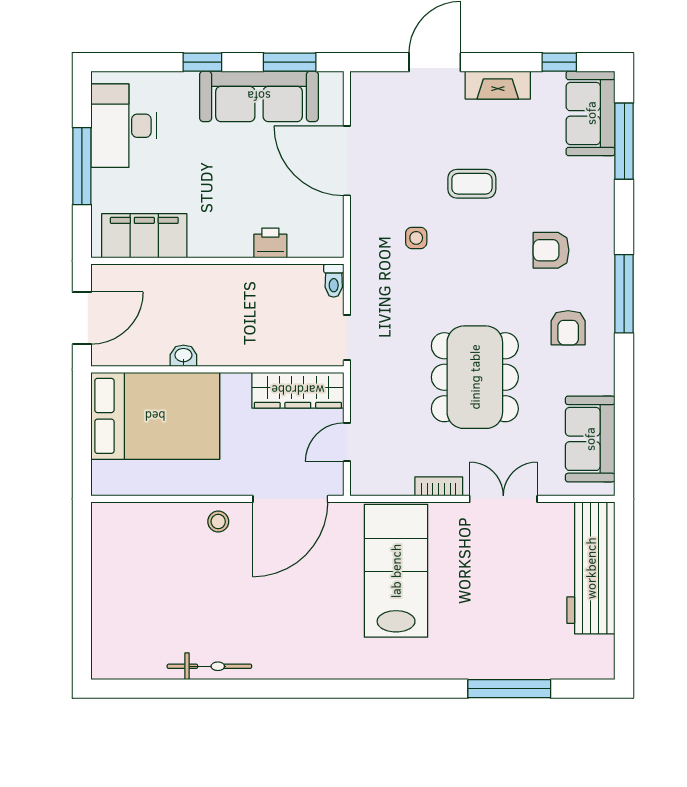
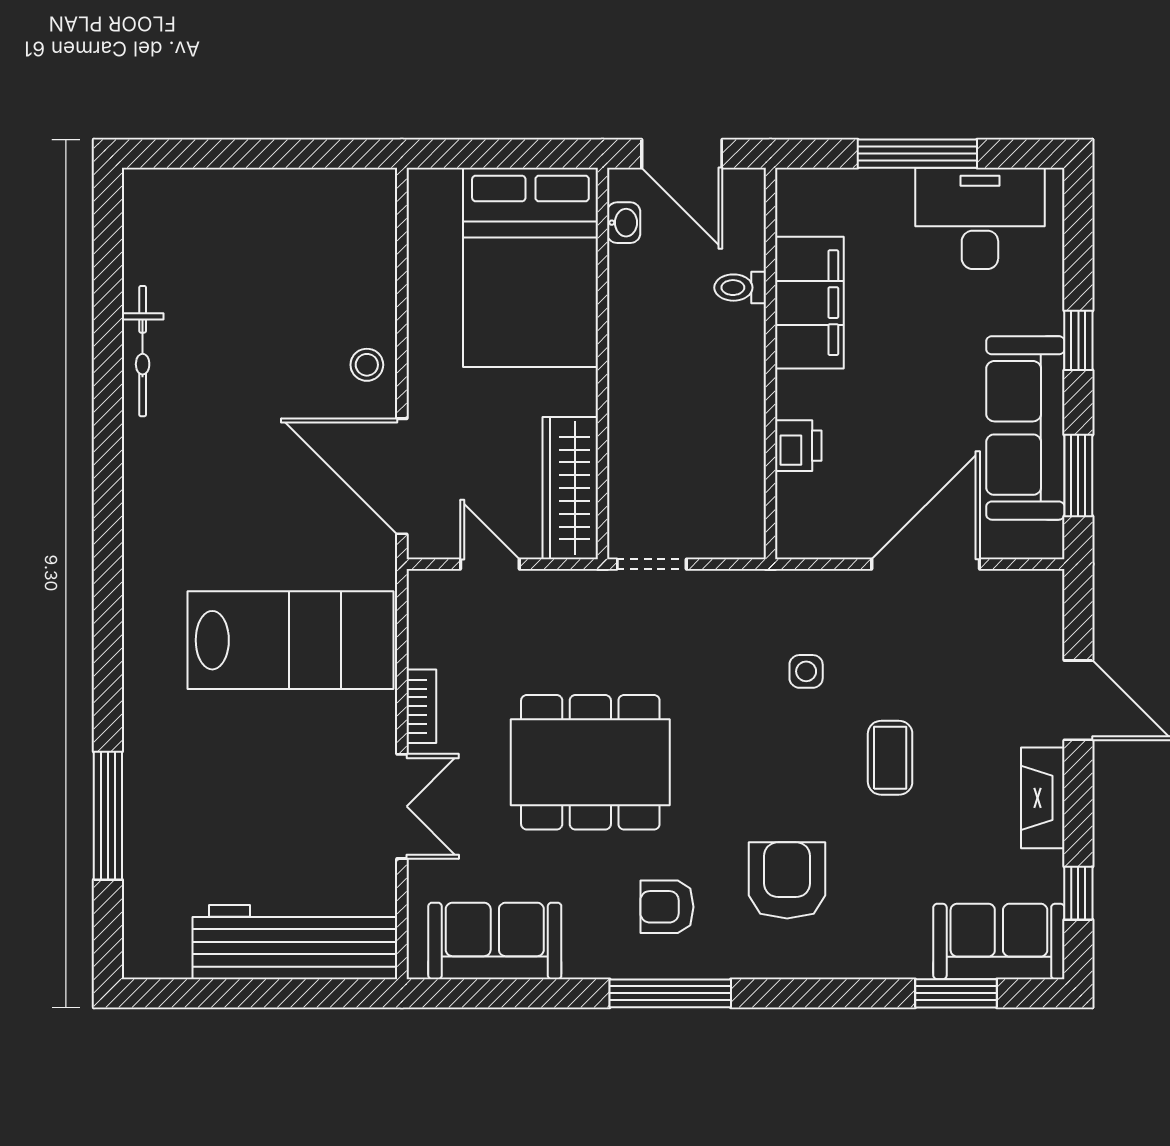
window: (624, 141) -> (956, 993), width x0.69
filing cabinet: (144, 236) -> (809, 303), moved
armchair: (551, 250) -> (787, 880), width x1.38, depth x1.38
toilet: (334, 281) -> (740, 288), moved
window: (624, 294) -> (670, 993), moved
washbasin: (183, 356) -> (624, 223), moved

